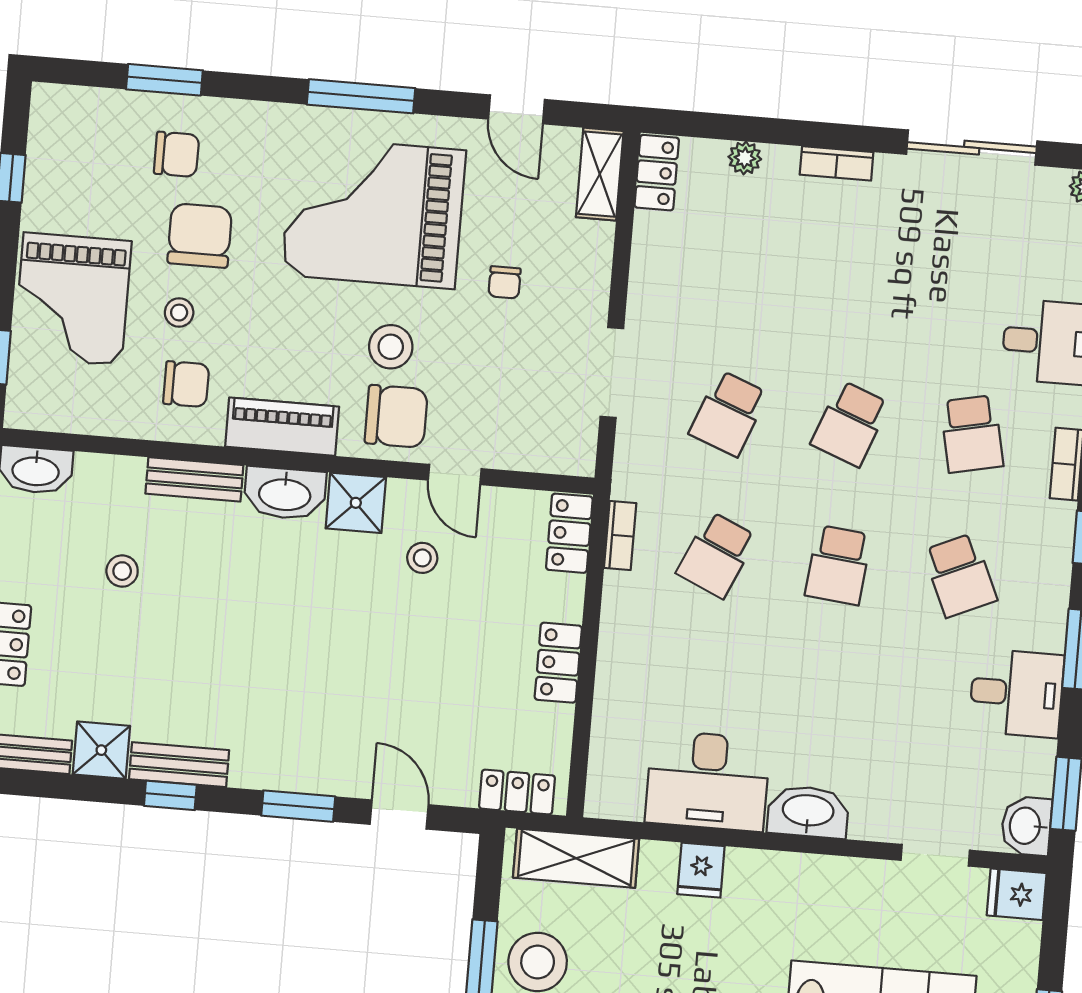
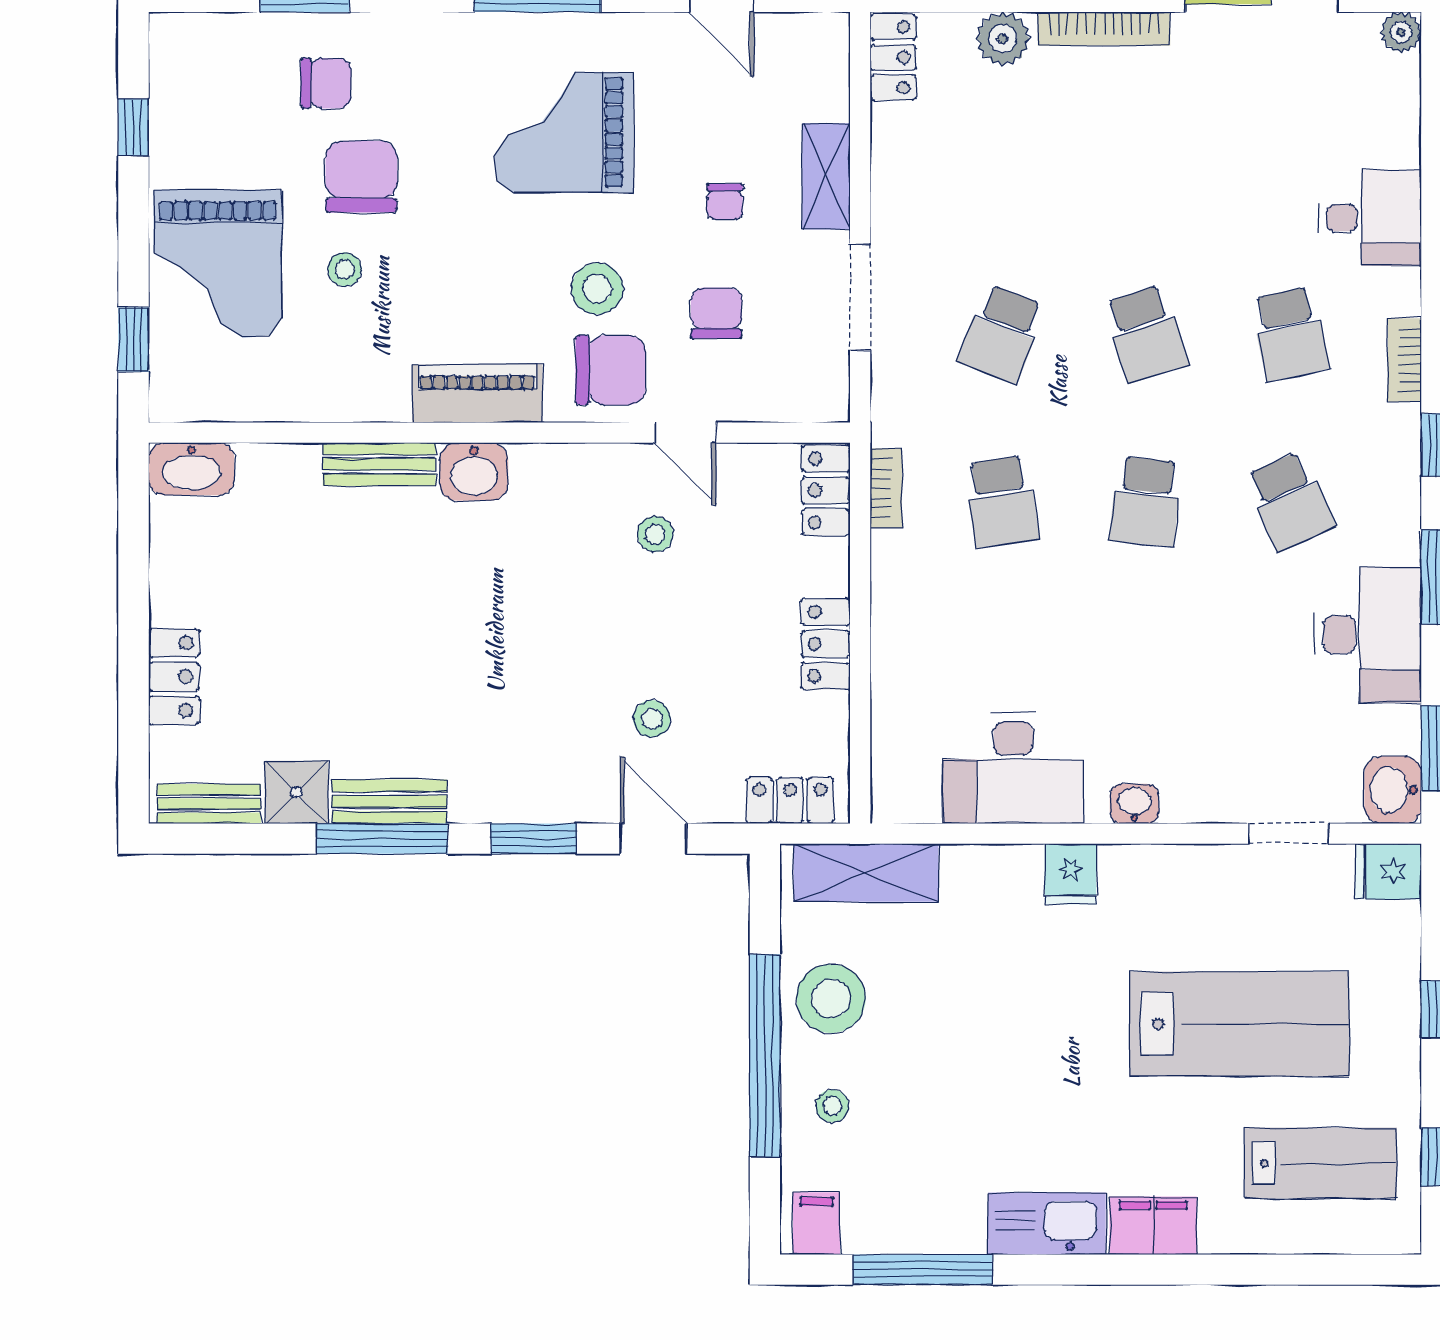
plant: (745, 158) -> (1003, 39), width x1.38, depth x1.38
bookcase: (837, 163) -> (1104, 29), width x1.56
shelving: (600, 174) -> (826, 176), moved
grand piano: (374, 213) -> (564, 132), width x0.73, depth x0.68
chair: (186, 384) -> (716, 313), moved, turned -90
school desk: (850, 424) -> (1146, 334), turned -39
washbasin: (285, 493) -> (474, 472), width x0.72
shower: (356, 503) -> (572, 476), removed
school desk: (717, 555) -> (1002, 502), turned -33
stool: (122, 571) -> (652, 719), moved
desk: (1016, 693) -> (1368, 635), width x1.37
window: (170, 795) -> (382, 839), width x2.17
washbasin: (808, 812) -> (1134, 804), width x0.52, depth x0.69
fridge: (701, 870) -> (1071, 874), moved

